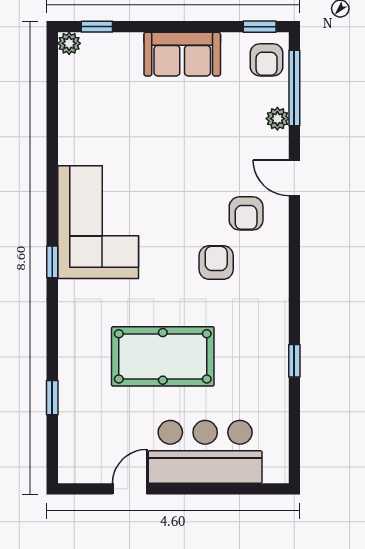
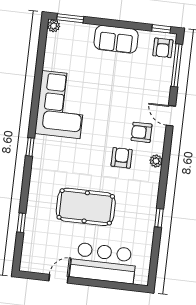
window: (97, 27) -> (70, 18), width x1.50
plant: (277, 119) -> (156, 161), moved
armchair: (246, 213) -> (142, 132), turned 90
corner sofa: (98, 222) -> (61, 105), moved

